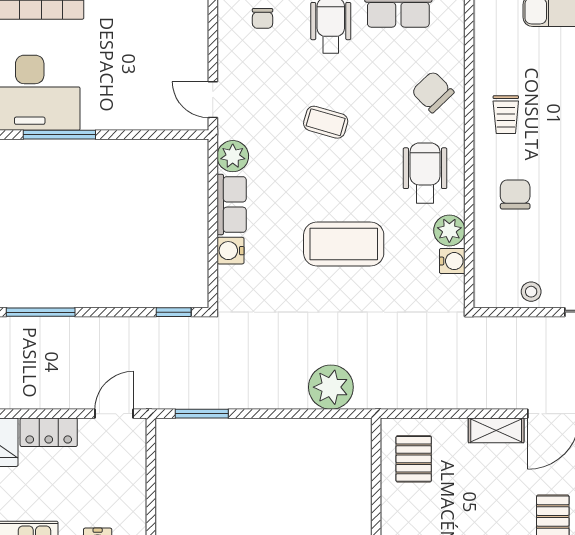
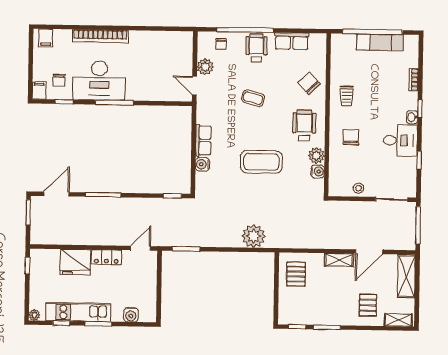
plant: (233, 156) -> (205, 67), moved

